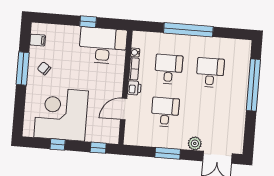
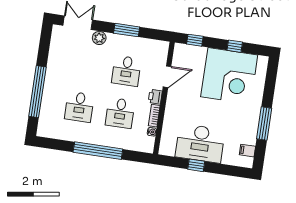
desk: (103, 46) -> (200, 143), moved
chair: (44, 68) -> (243, 122), removed

